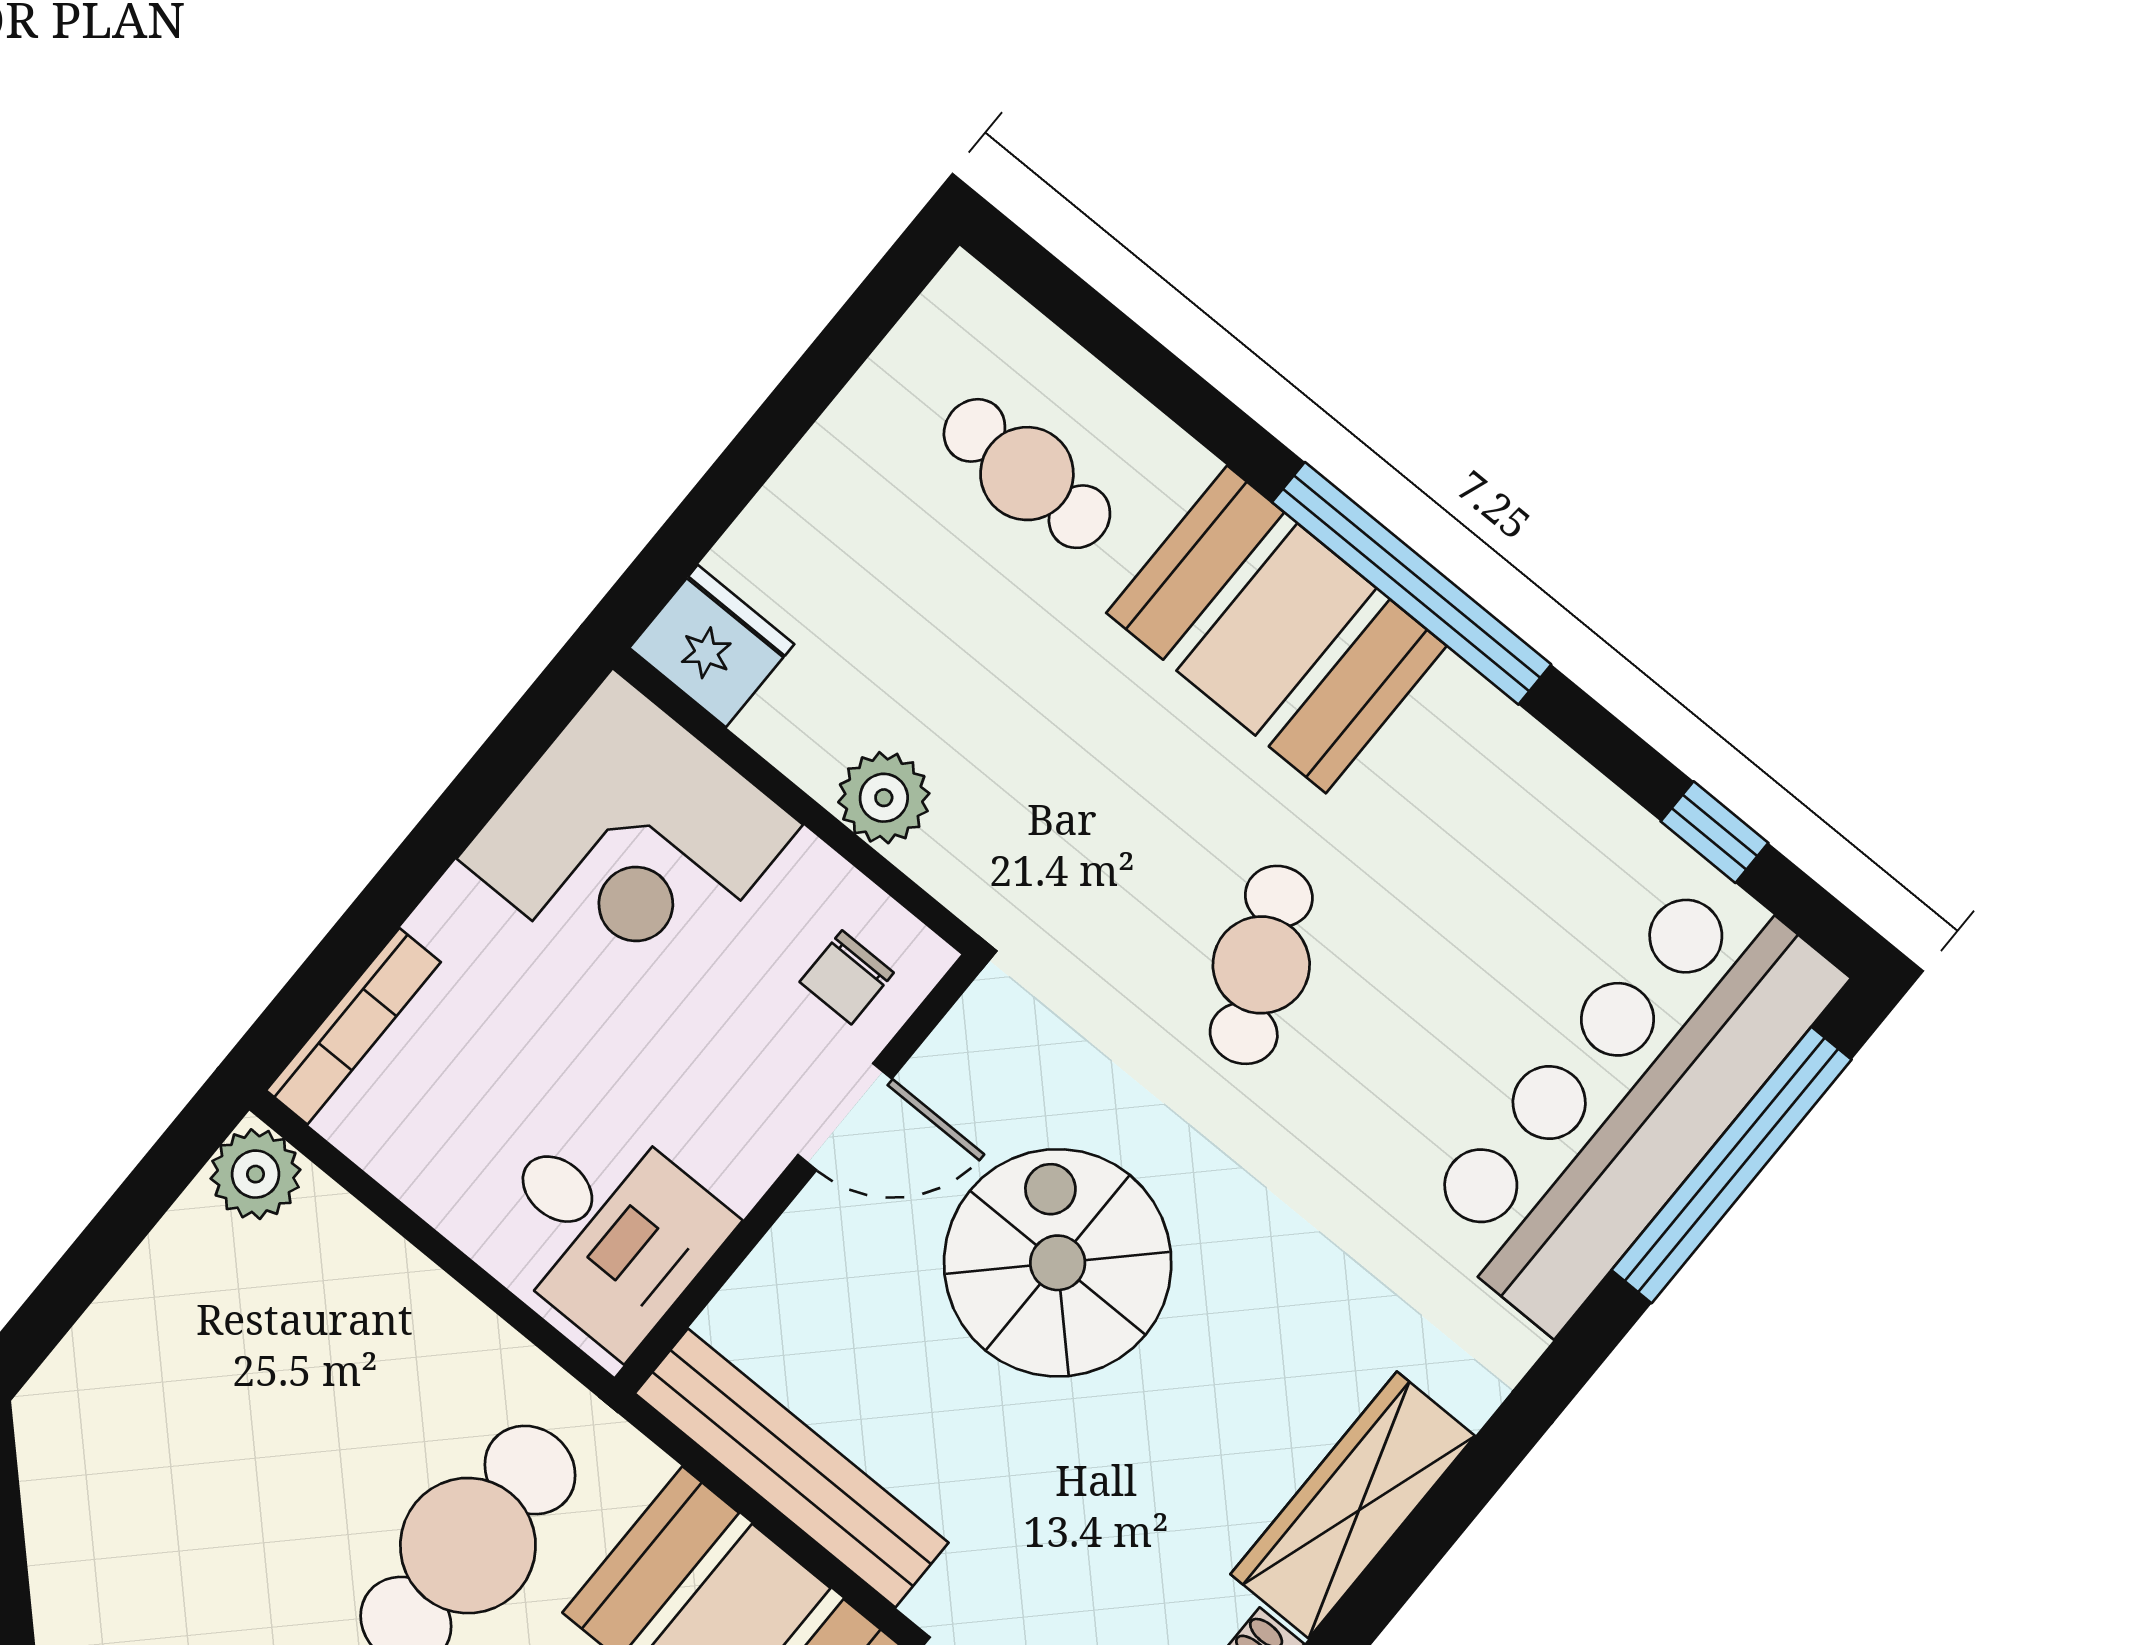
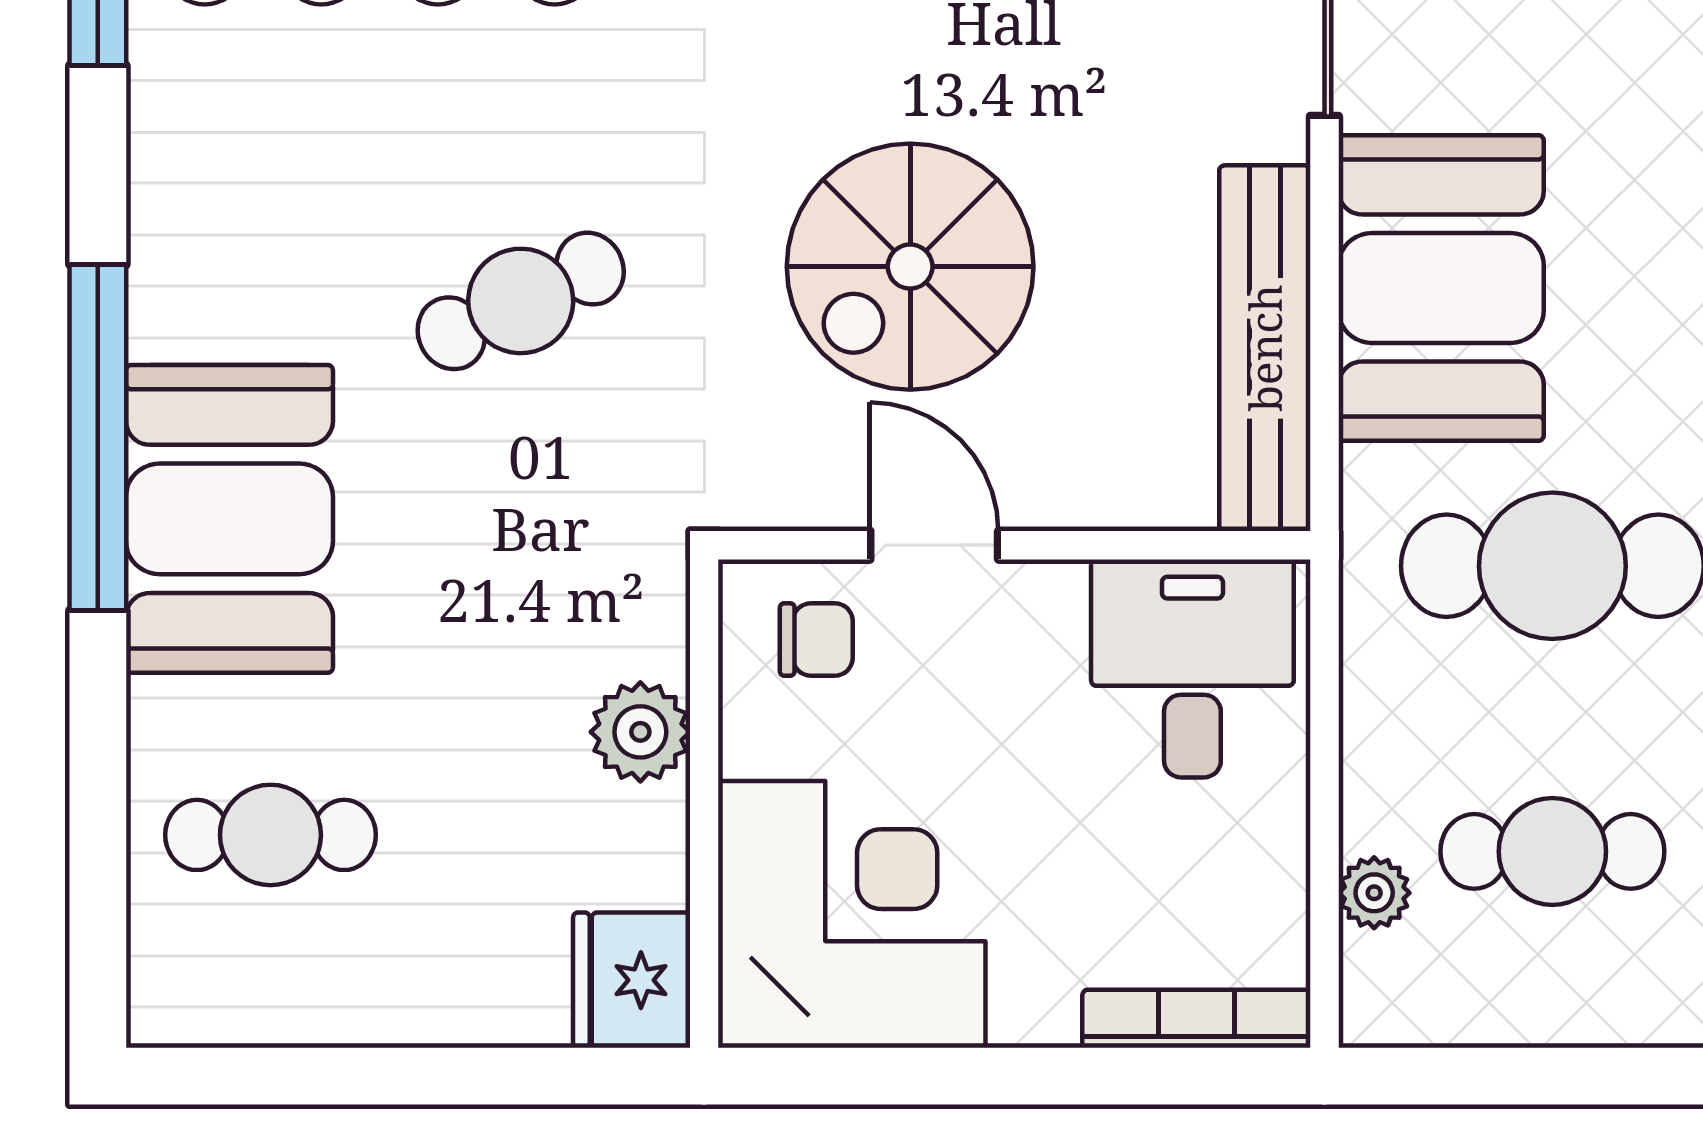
cafe table: (1027, 474) -> (270, 835), turned 90
plant: (256, 1174) -> (1374, 893), moved, width x0.73, depth x0.73
cafe table: (264, 1378) -> (1552, 851), added

